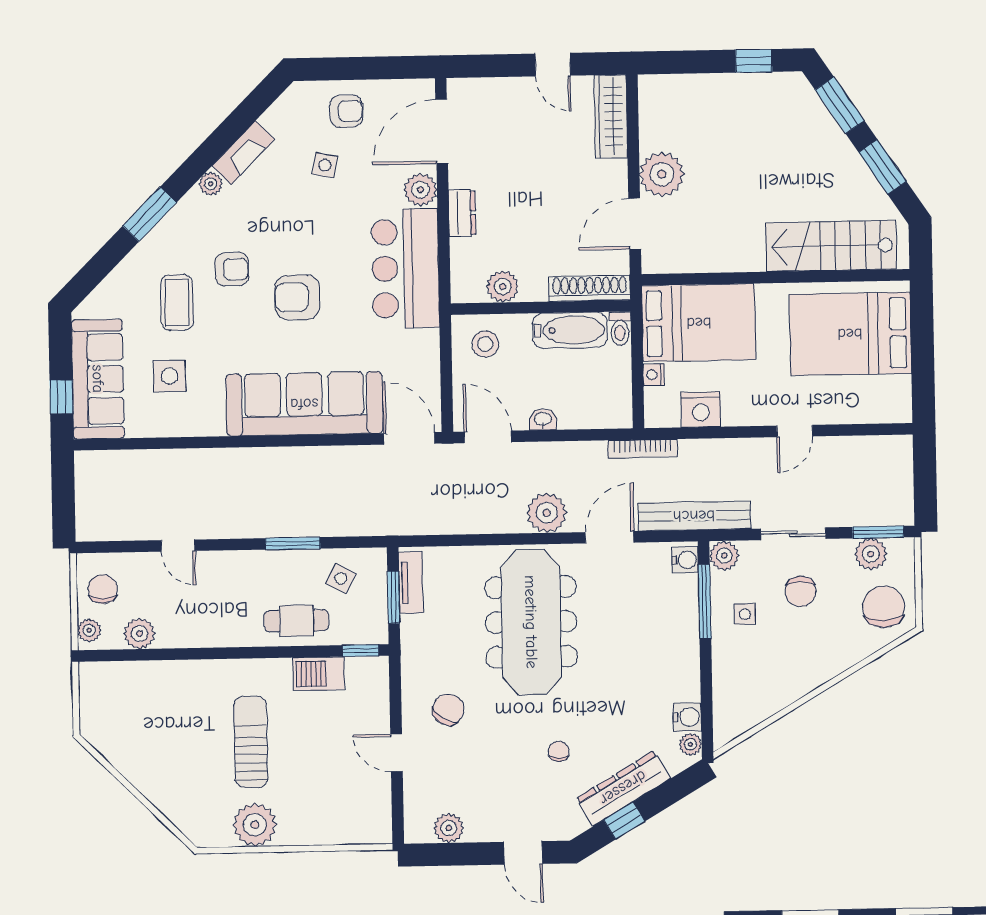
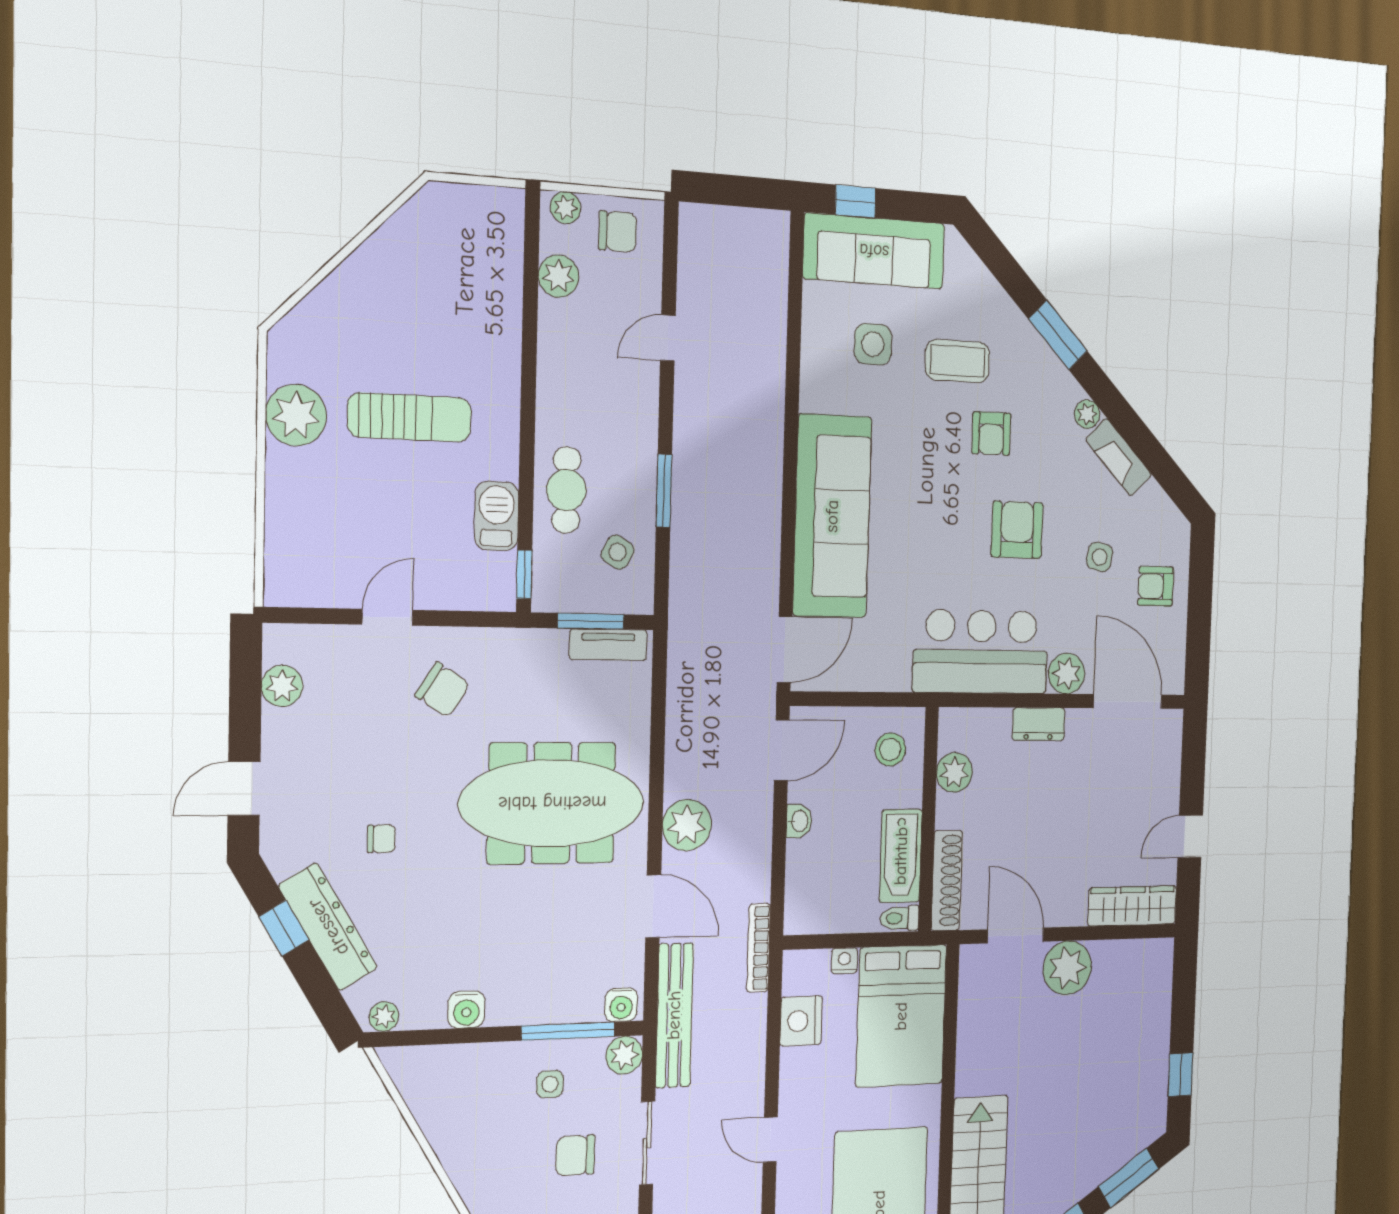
armchair: (346, 111) -> (1156, 586), turned 91
armchair: (297, 297) -> (1017, 530), moved
water cooler: (687, 717) -> (466, 1010), moved

